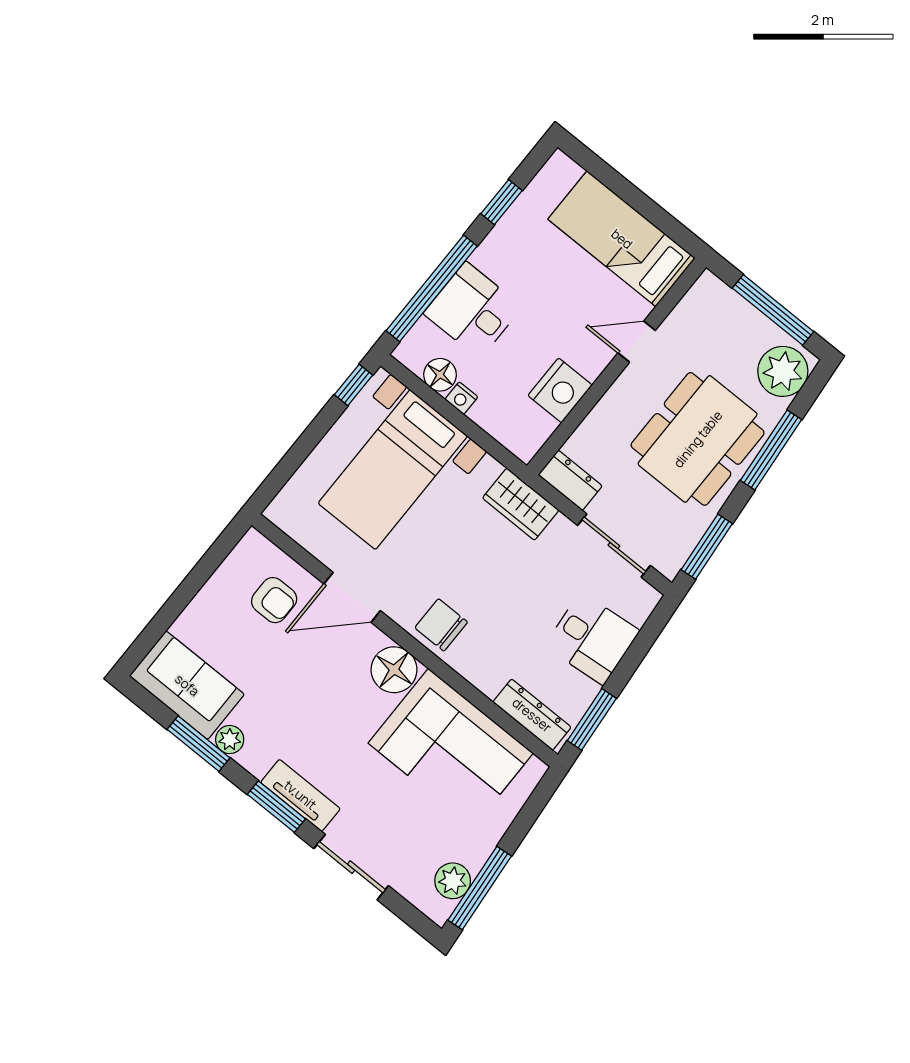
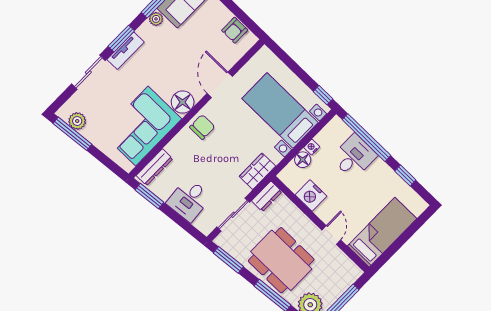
floor lamp: (440, 375) -> (303, 160), moved
armchair: (274, 600) -> (235, 30), moved

